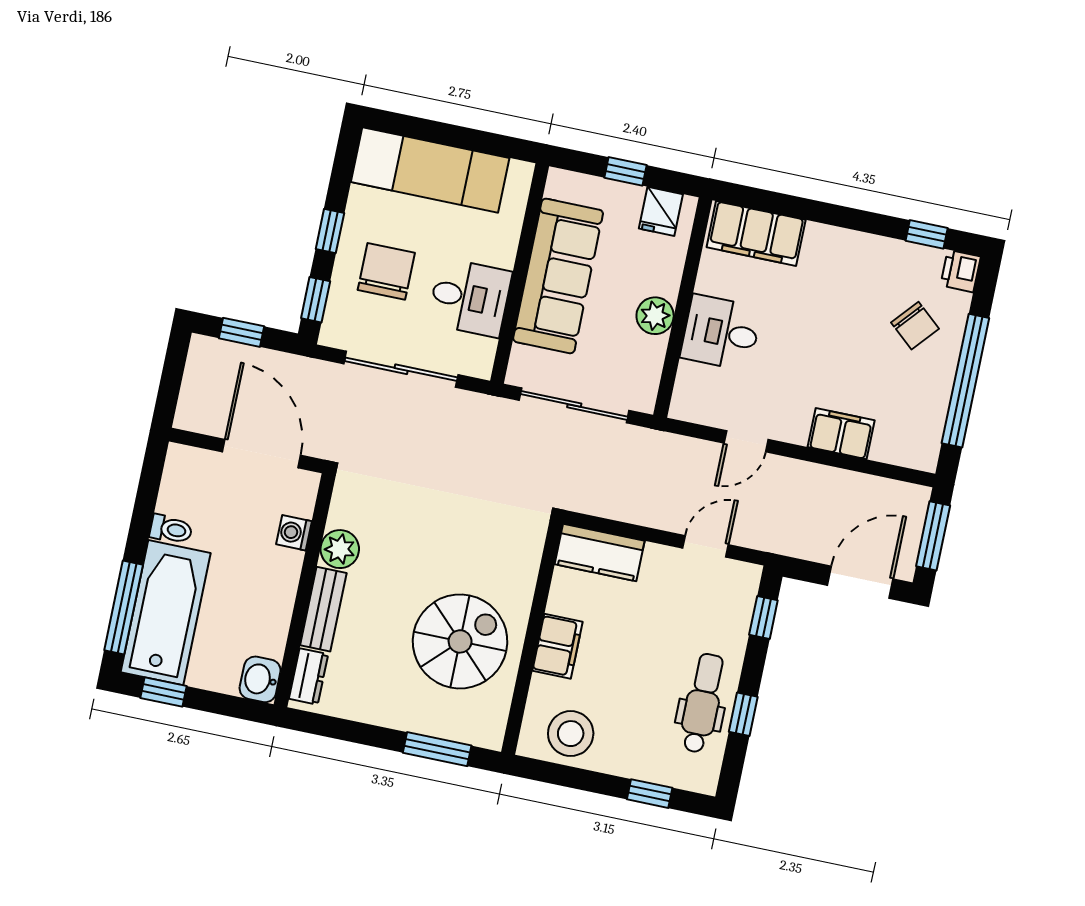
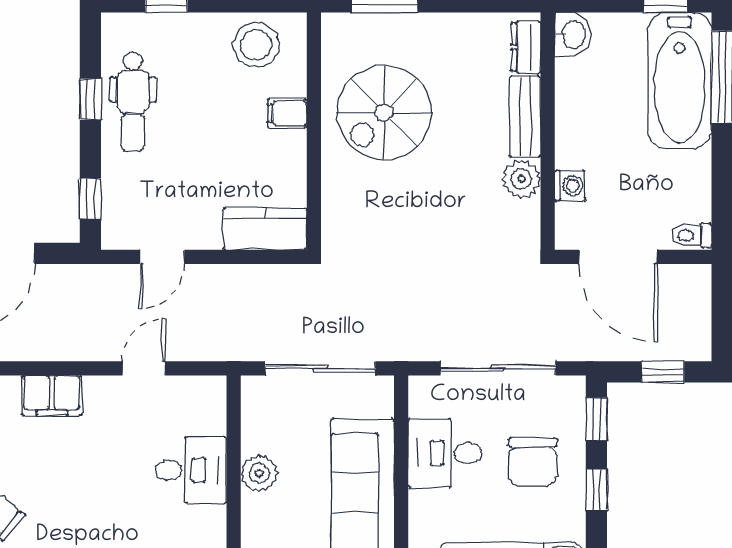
toilet: (171, 529) -> (691, 235), moved
filing cabinet: (558, 646) -> (287, 113), width x0.50

